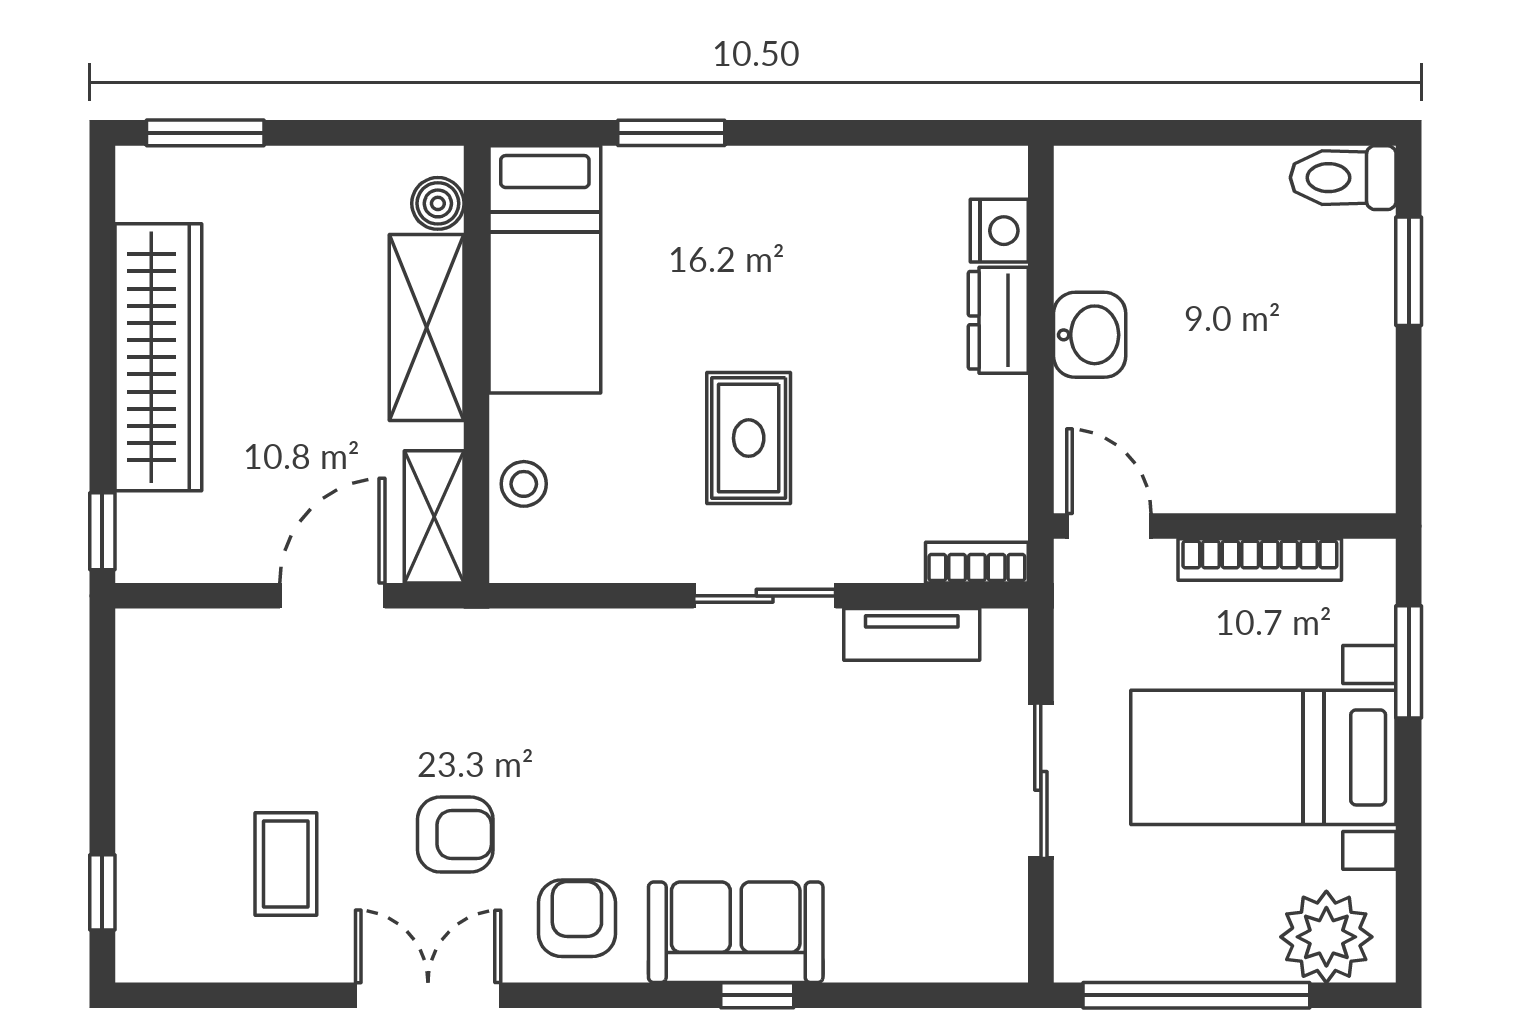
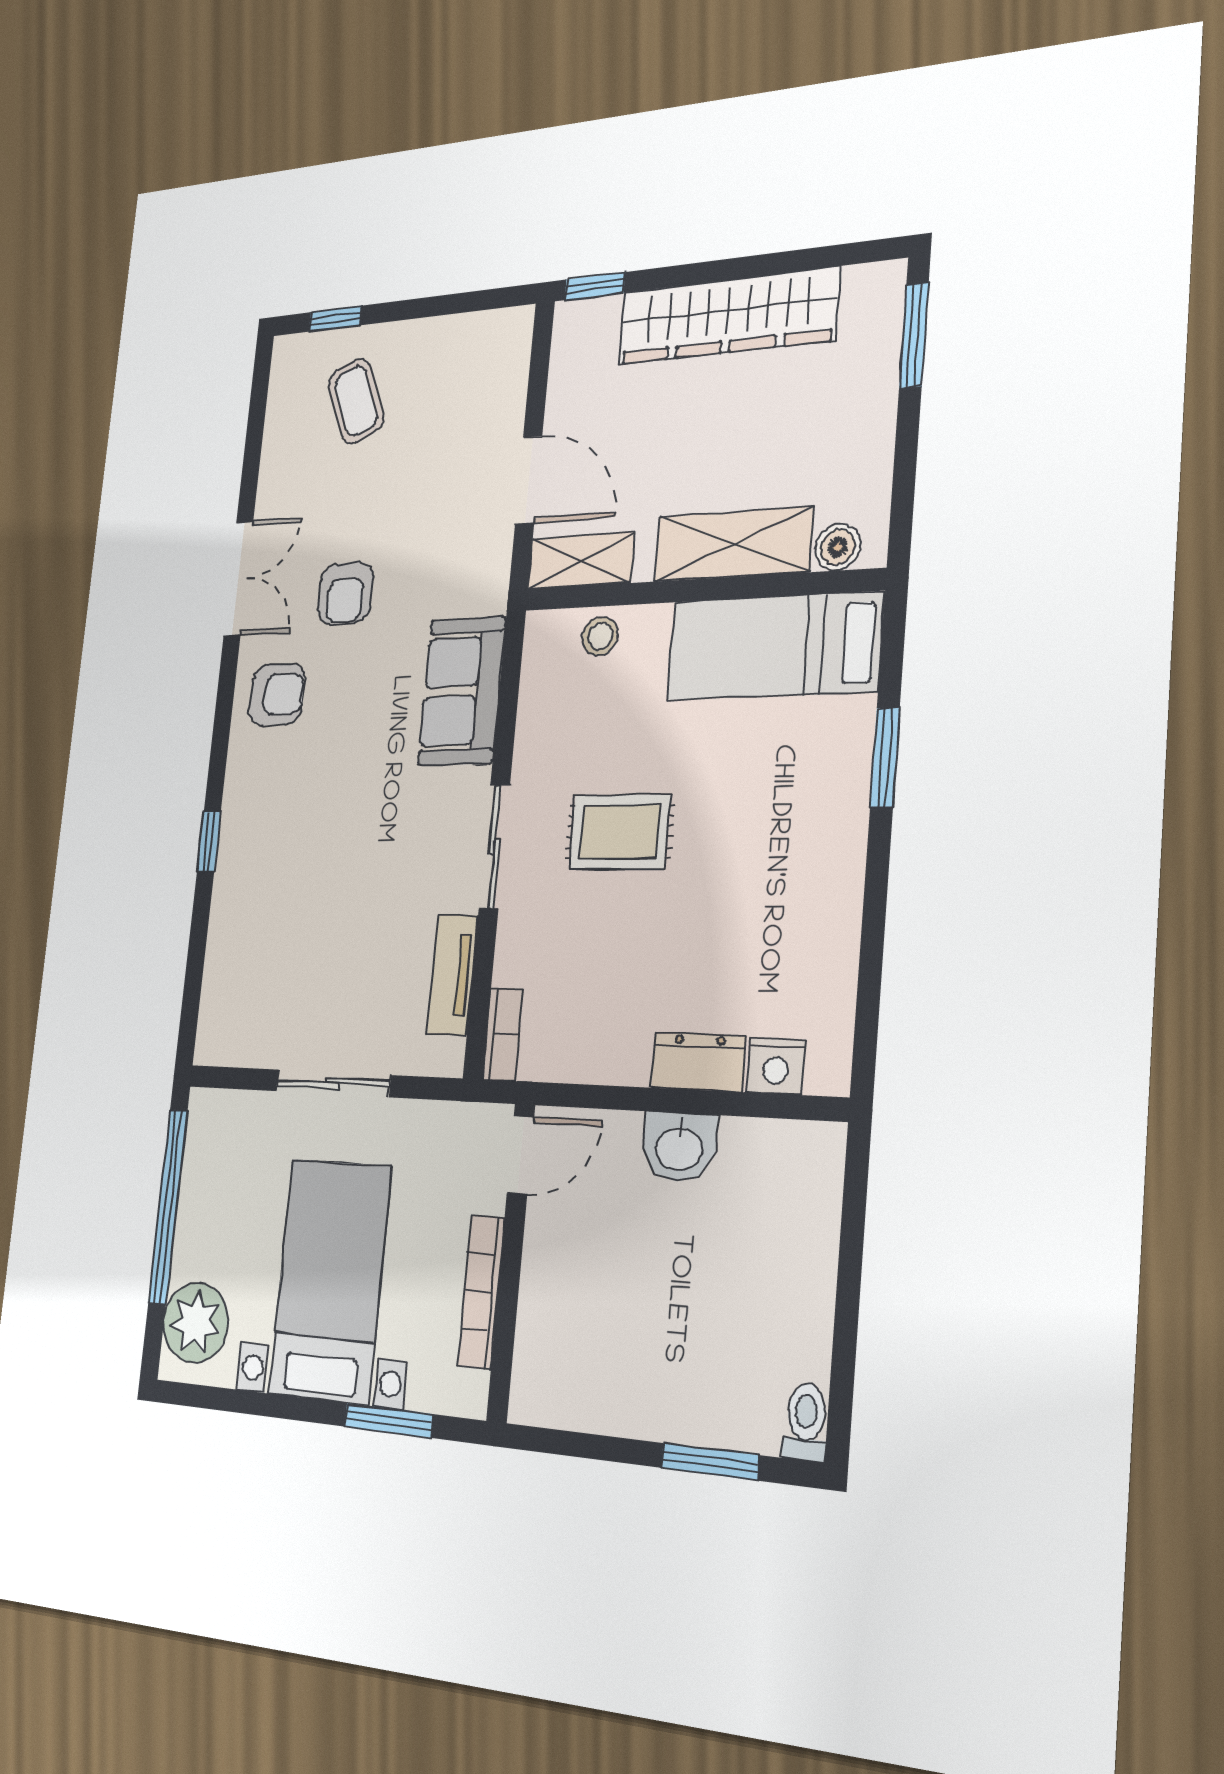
toilet: (1343, 178) -> (806, 1422), width x0.73, depth x0.72
coffee table: (286, 864) -> (356, 401), moved, turned 68
sofa: (736, 932) -> (462, 691), moved, turned 180

